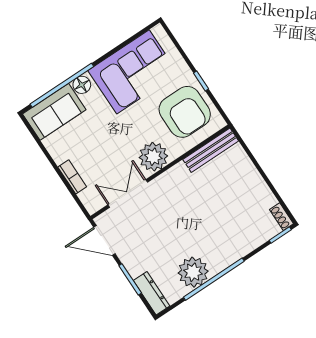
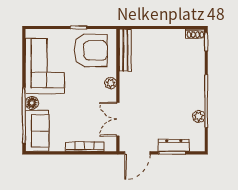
plant: (153, 157) -> (111, 83), width x0.53, depth x0.53
bookcase: (72, 177) -> (85, 147), width x1.56
plant: (193, 272) -> (199, 116), width x0.53, depth x0.53
dresser: (151, 293) -> (174, 145), moved

